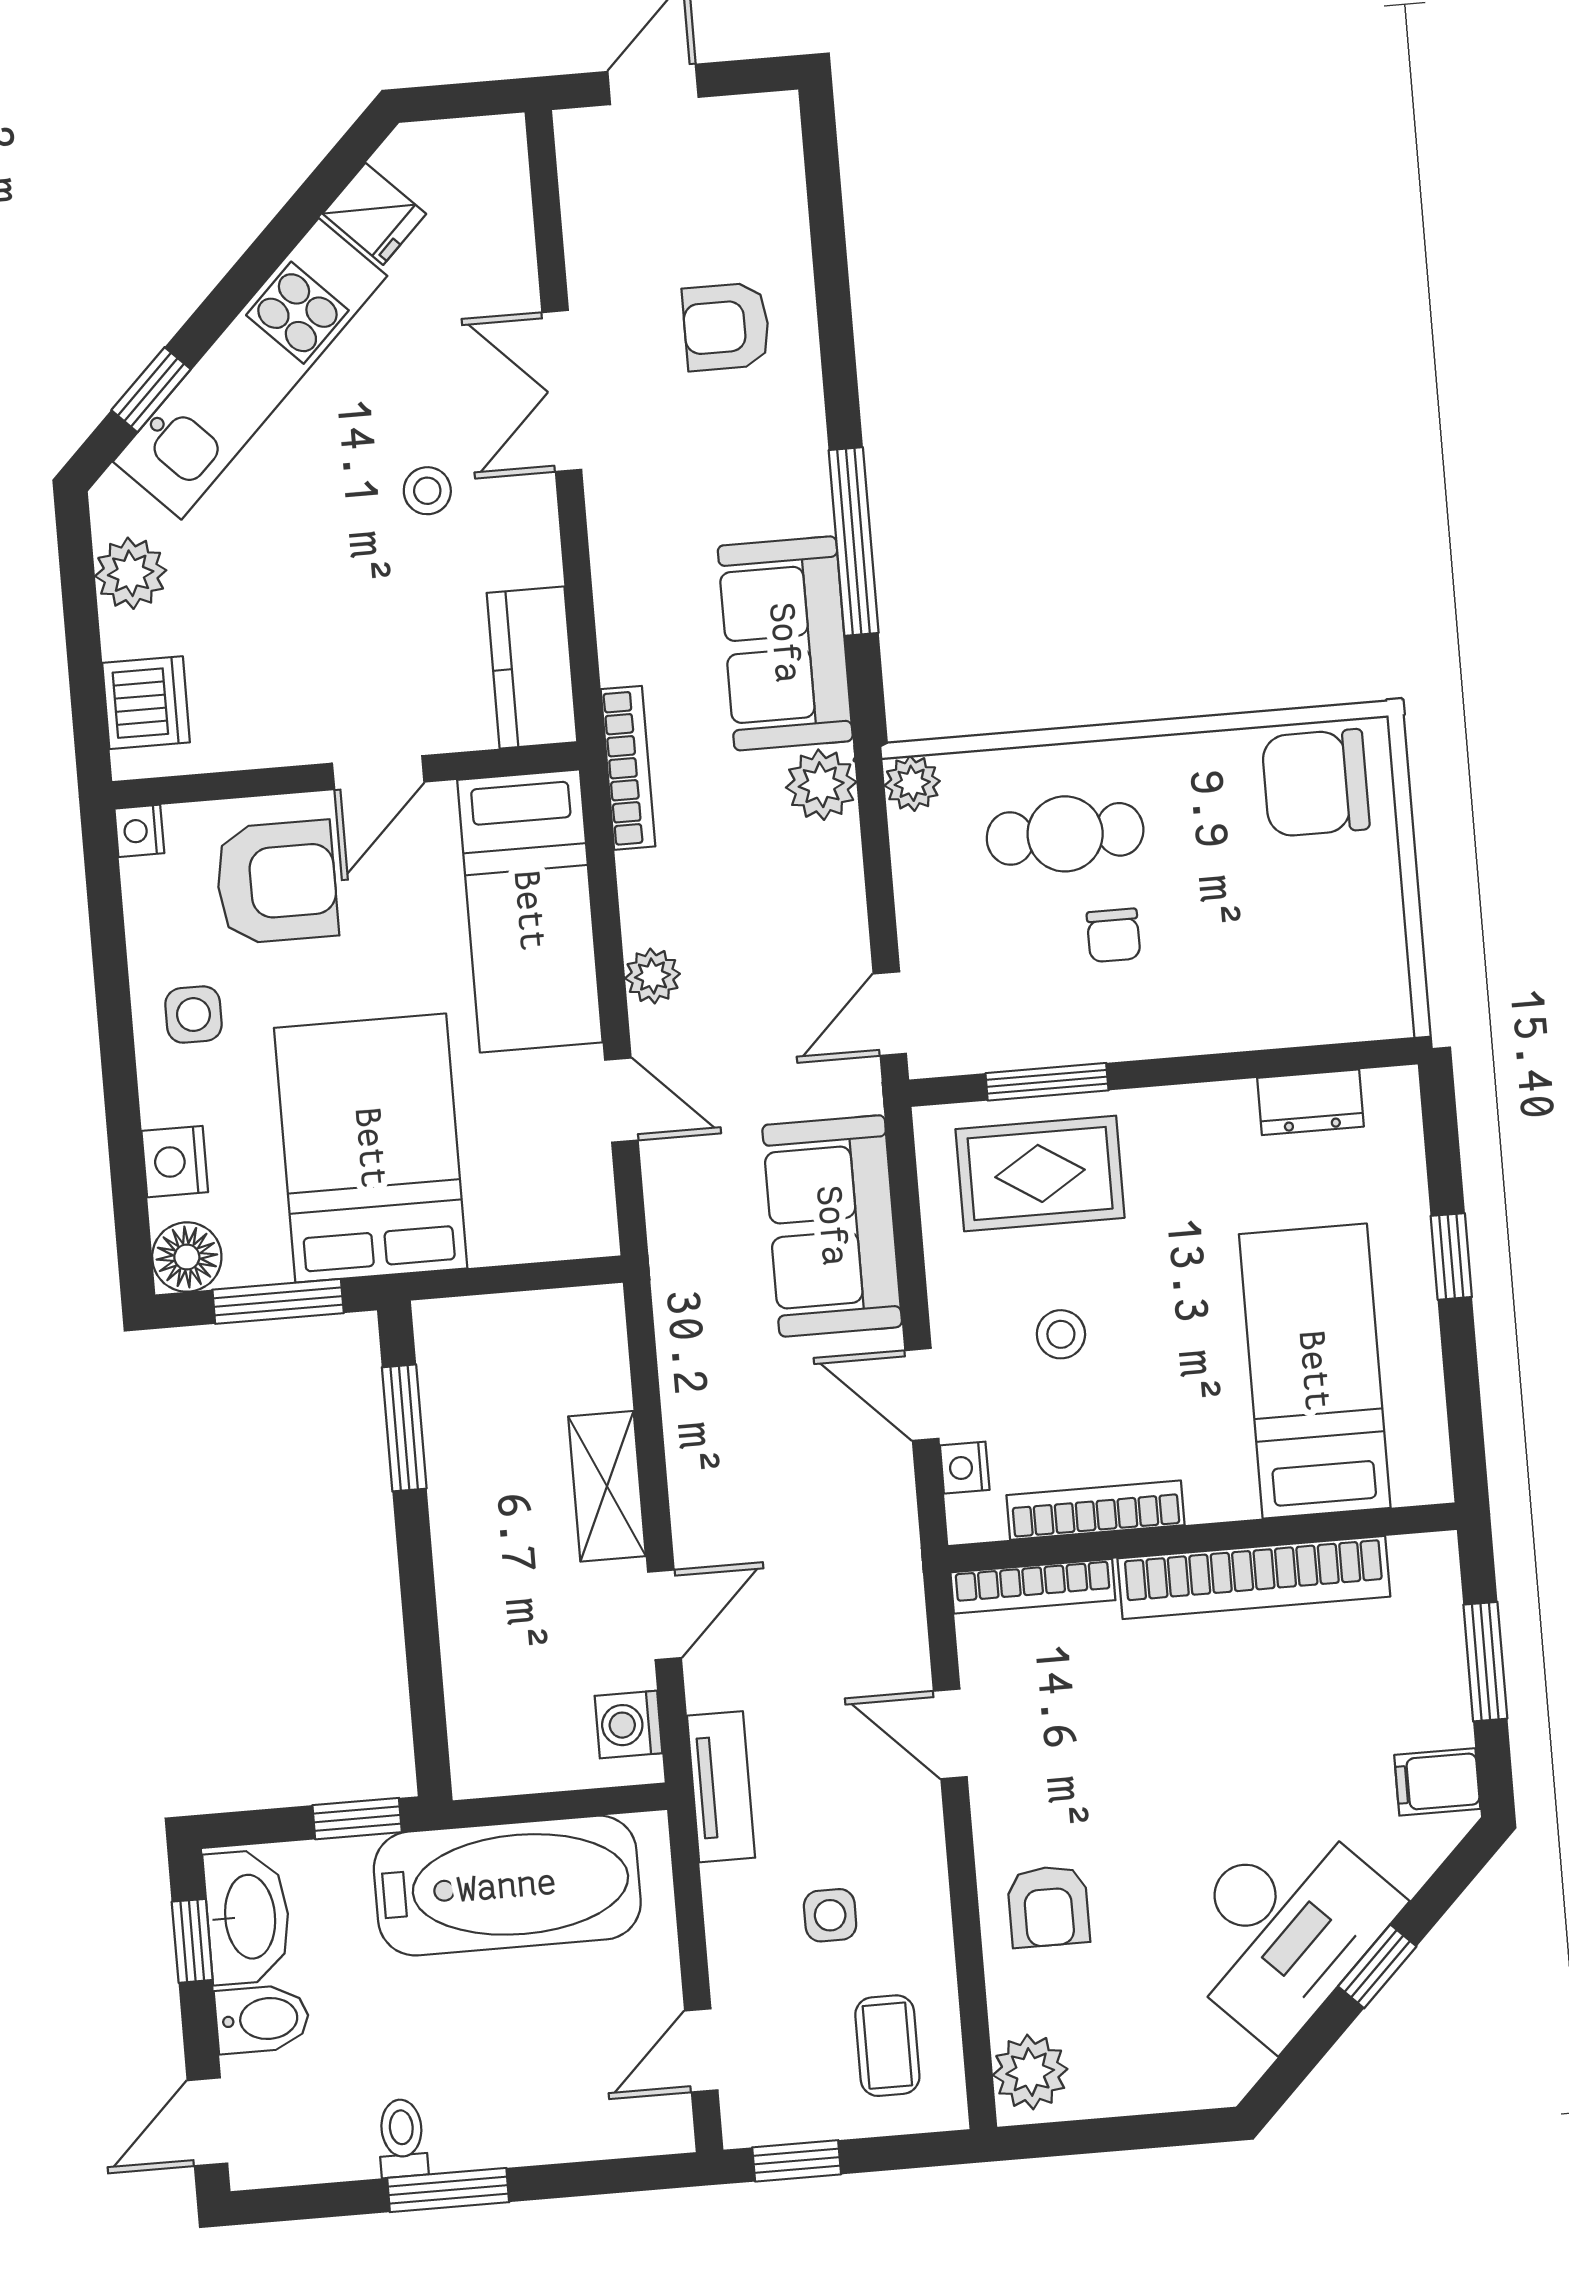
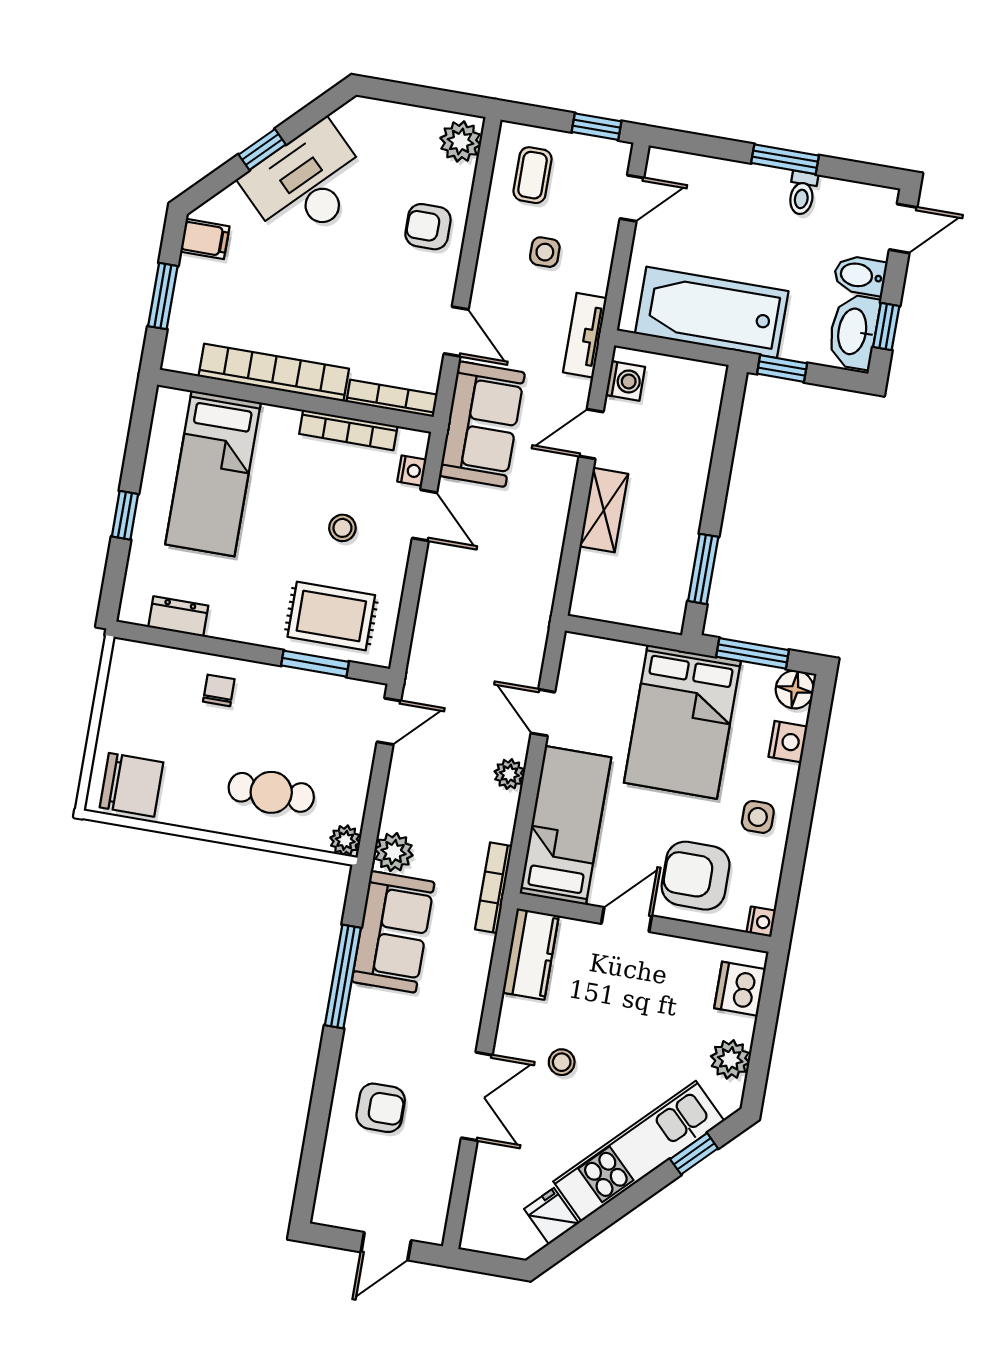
chair: (1114, 935) -> (219, 690), moved
sofa: (832, 1226) -> (482, 424), moved
armchair: (1048, 1906) -> (428, 227), turned -90

